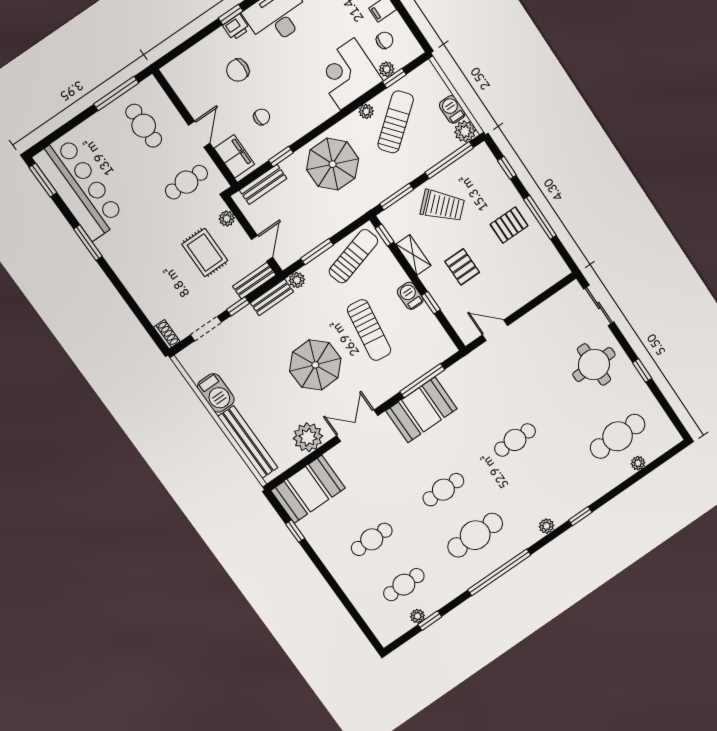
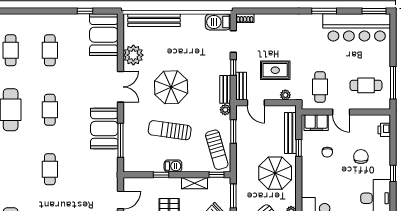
printer: (236, 27) -> (384, 130), moved
bench: (263, 184) -> (290, 133), width x1.36
barbecue: (216, 393) -> (218, 22), moved

